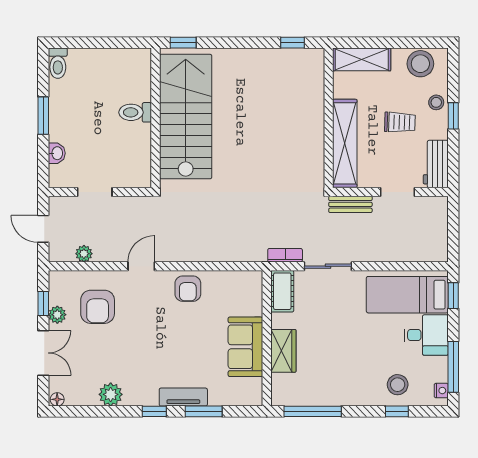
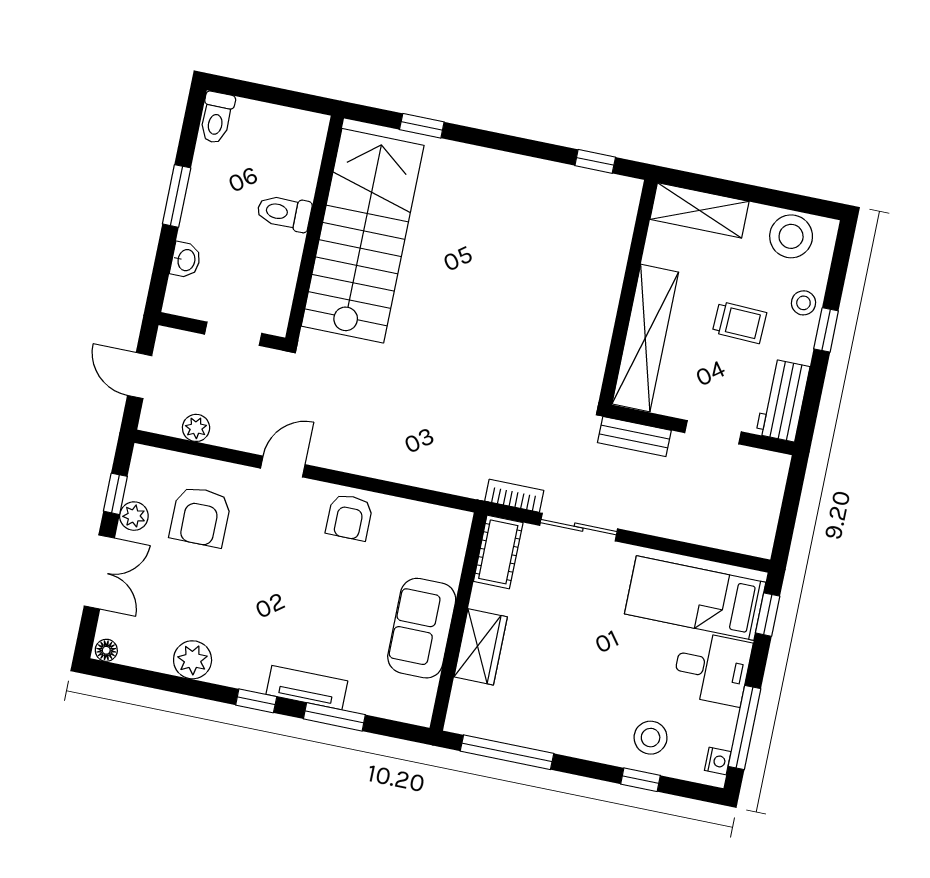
toilet: (135, 112) -> (284, 213), moved
stairs: (186, 117) -> (363, 236), moved
wall: (156, 118) -> (315, 228), moved

